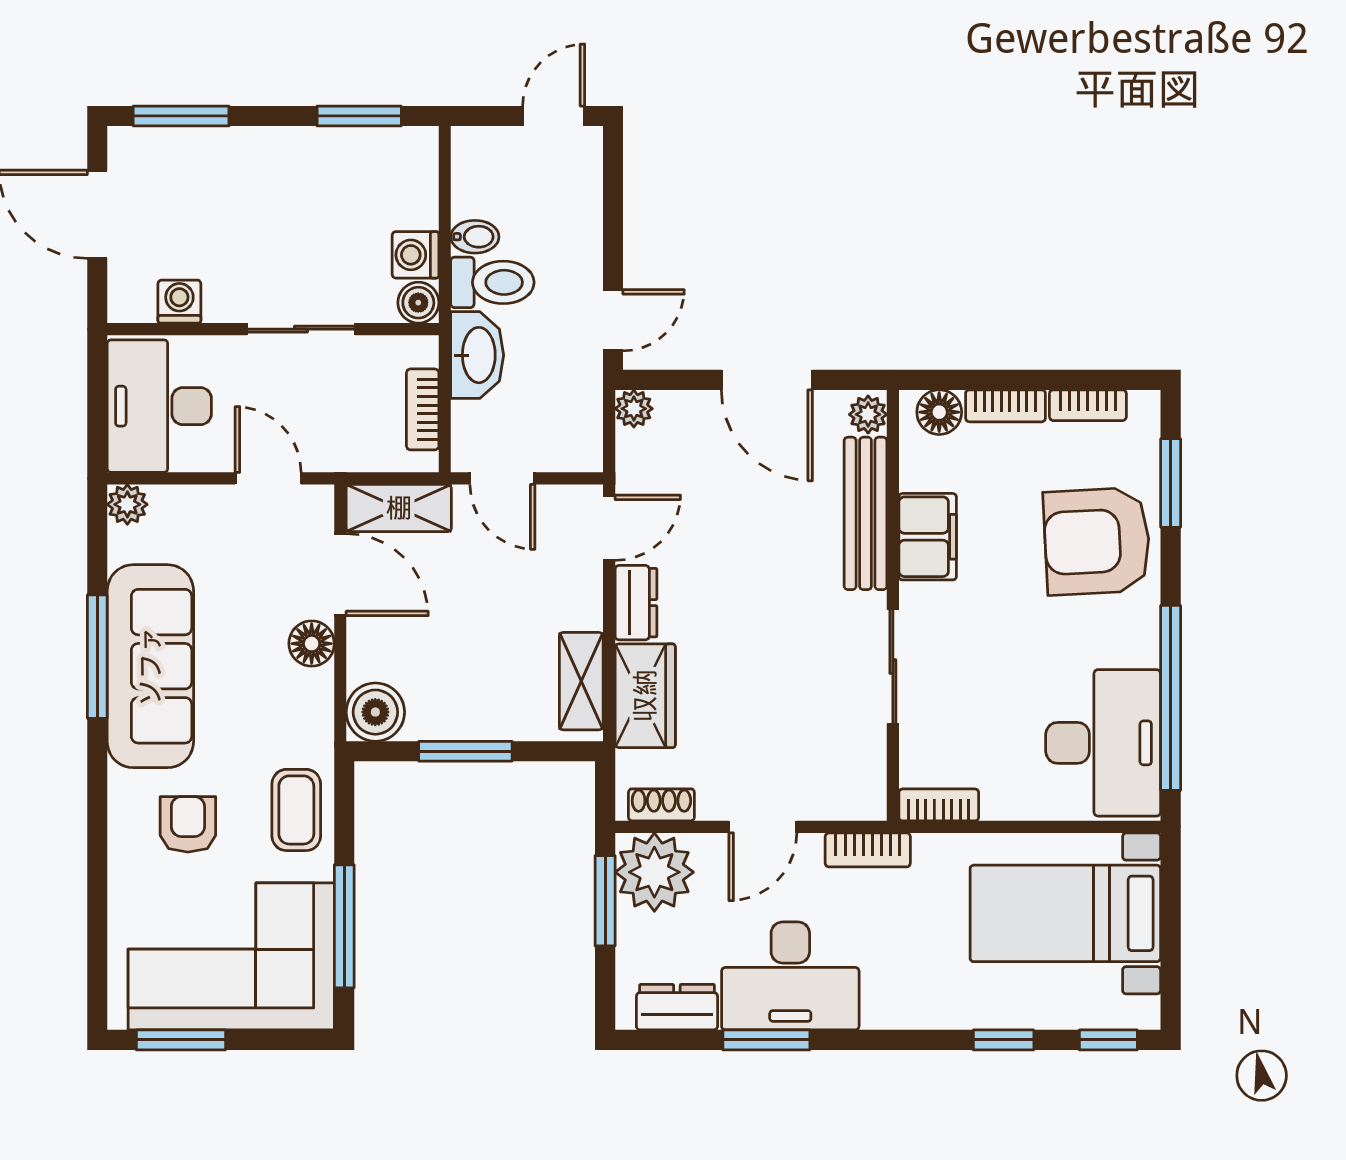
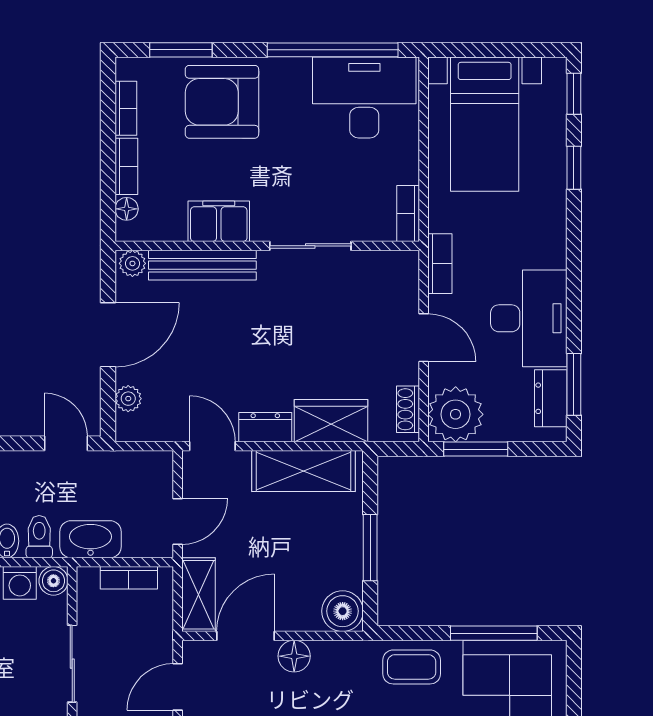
toilet: (492, 282) -> (39, 537), width x0.73, depth x0.72
plant: (634, 409) -> (128, 399), moved
floor lamp: (939, 412) -> (127, 209), width x0.73, depth x0.73
armchair: (1097, 541) -> (222, 102), turned 93
shelving: (581, 681) -> (304, 471), width x1.50, depth x1.33
window: (766, 1040) -> (574, 384), moved

